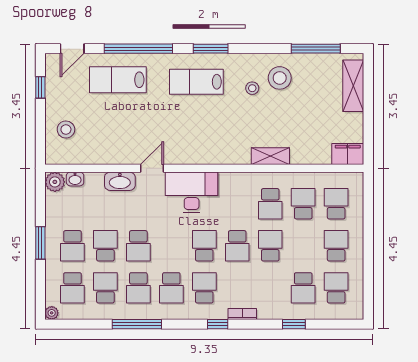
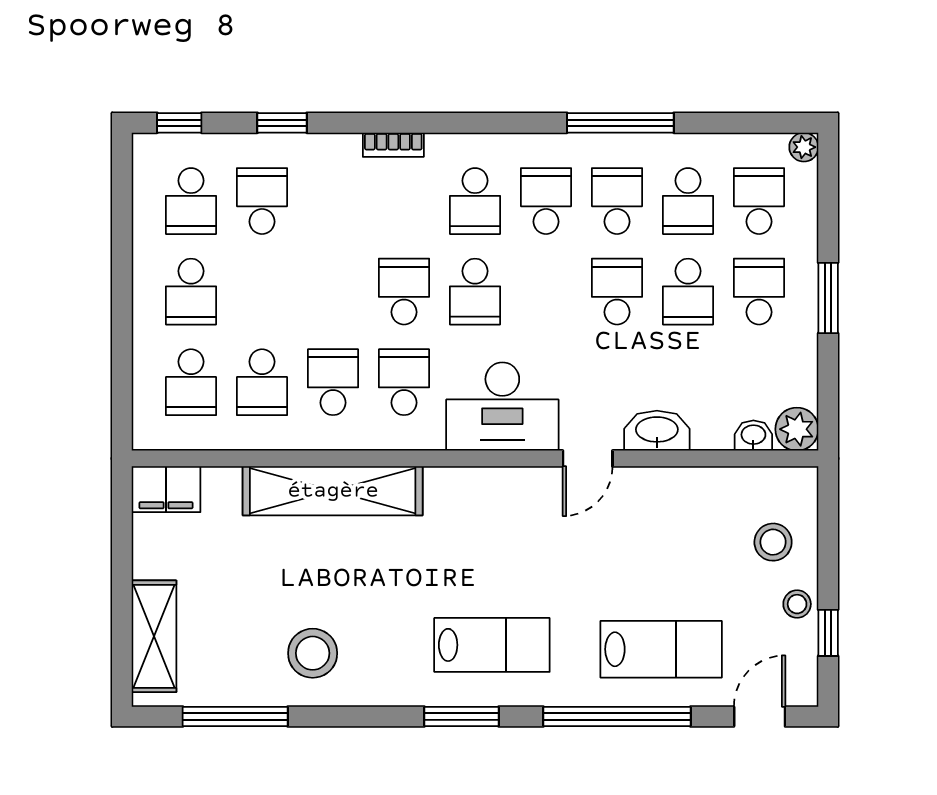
stool: (252, 88) -> (797, 604), moved
shelving: (270, 156) -> (333, 491), width x2.20, depth x1.33
school desk: (270, 246) -> (404, 382), moved, turned 180
window: (218, 324) -> (179, 123), moved

